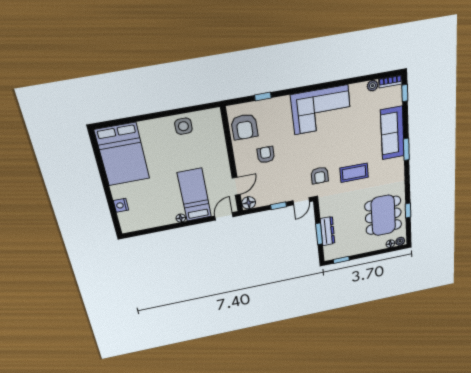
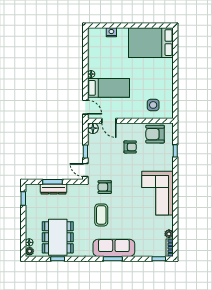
side table: (183, 126) -> (153, 105), moved
sofa: (392, 133) -> (114, 248), moved
dining table: (383, 215) -> (58, 237), turned 90

